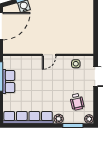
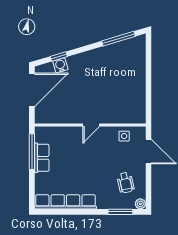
plant: (59, 119) -> (103, 204), removed

